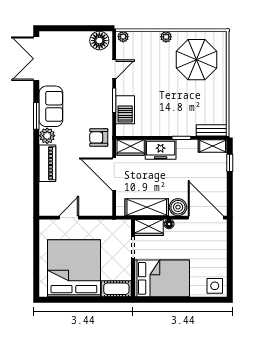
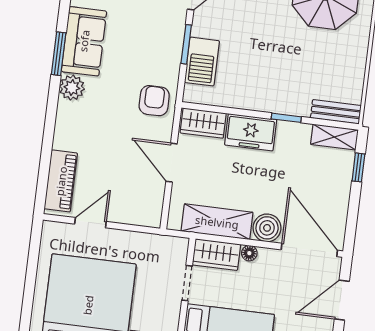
armchair: (99, 137) -> (154, 101), turned 90
piano: (47, 163) -> (61, 181), moved
door: (114, 174) -> (171, 163), width x0.73
door: (230, 246) -> (342, 300), added

